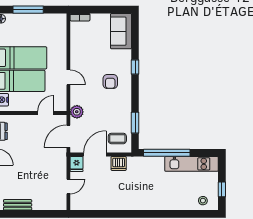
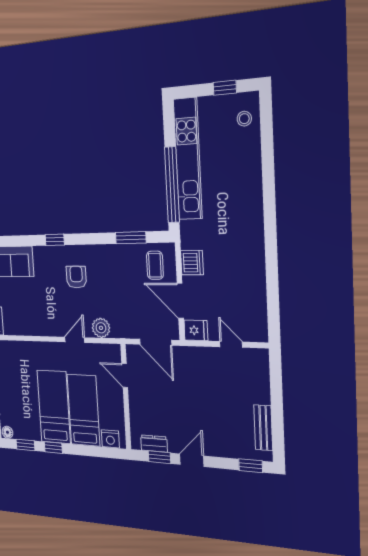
armchair: (110, 82) -> (76, 277), turned -90
plant: (77, 112) -> (101, 328), moved
kitchen unit: (191, 164) -> (188, 159), width x1.36

